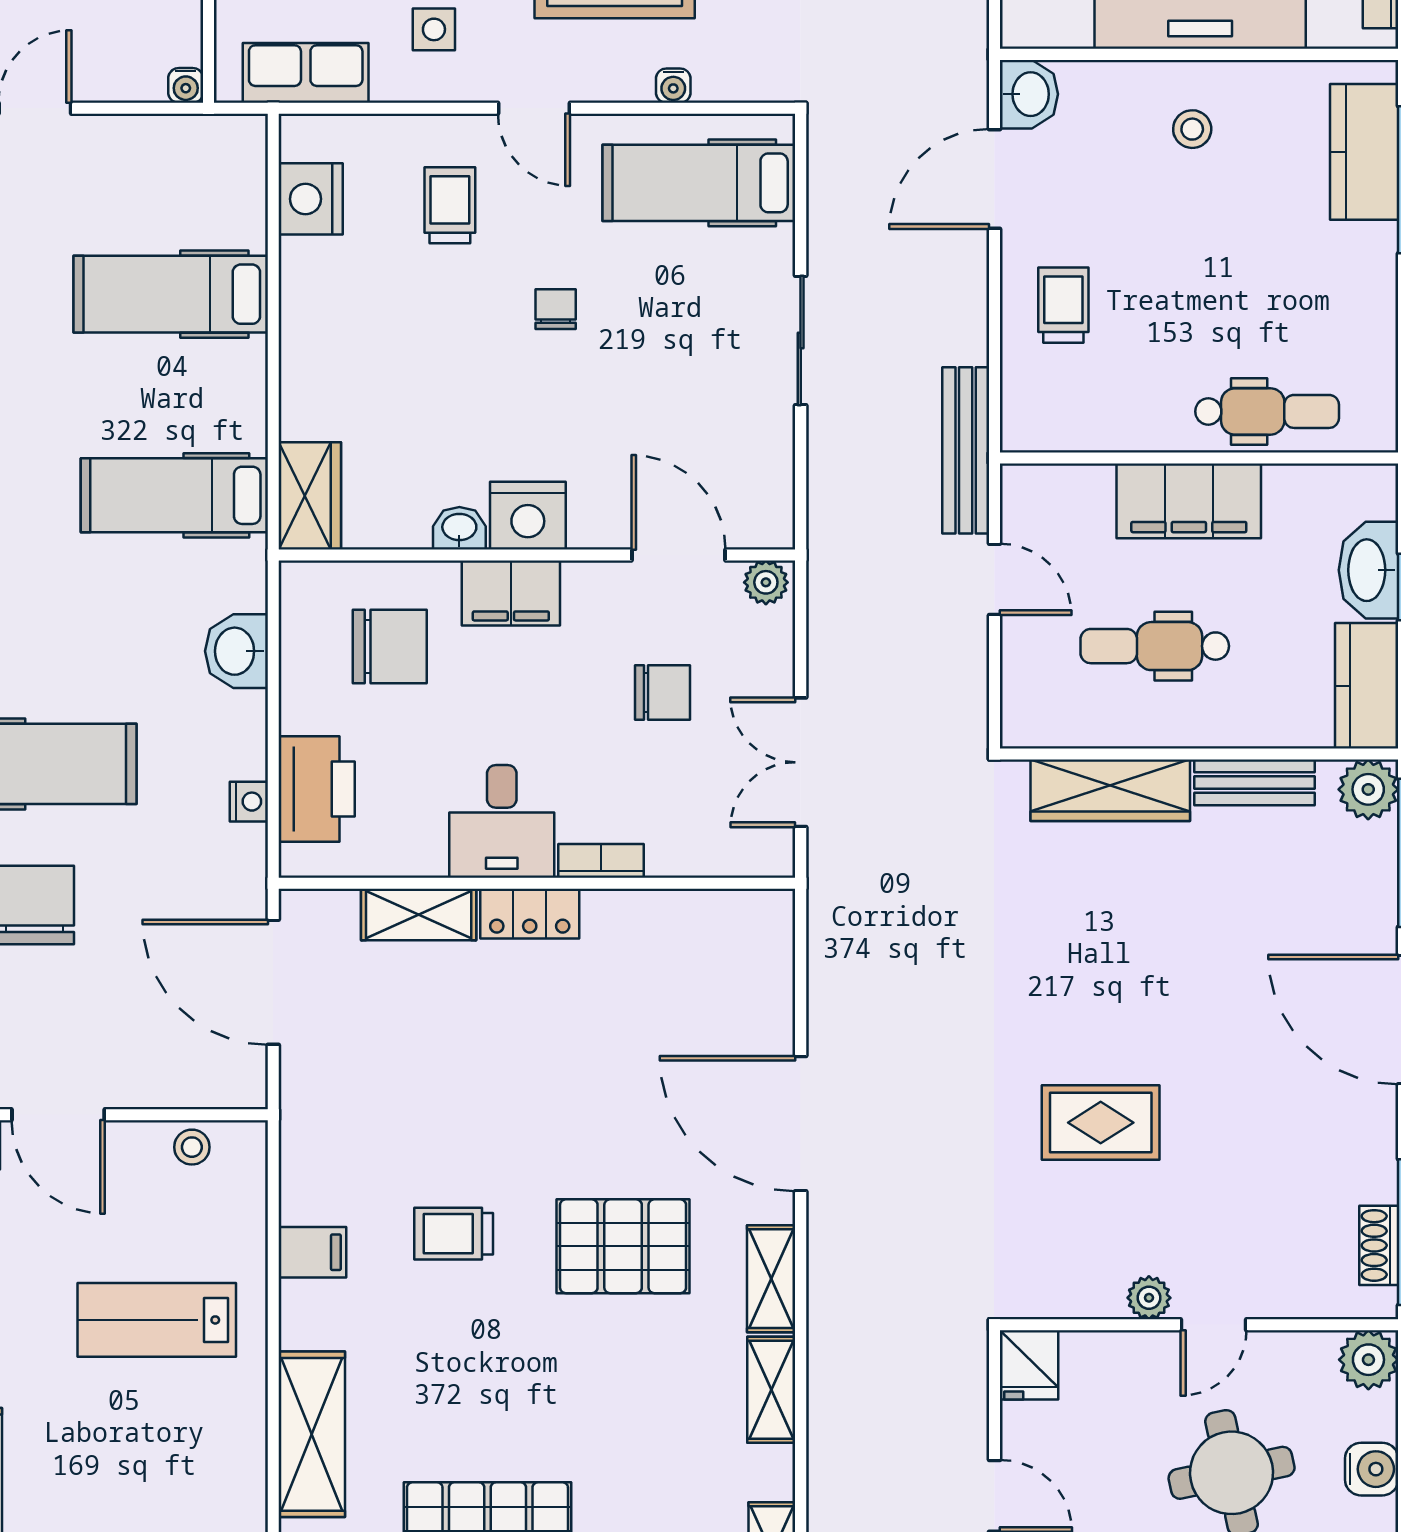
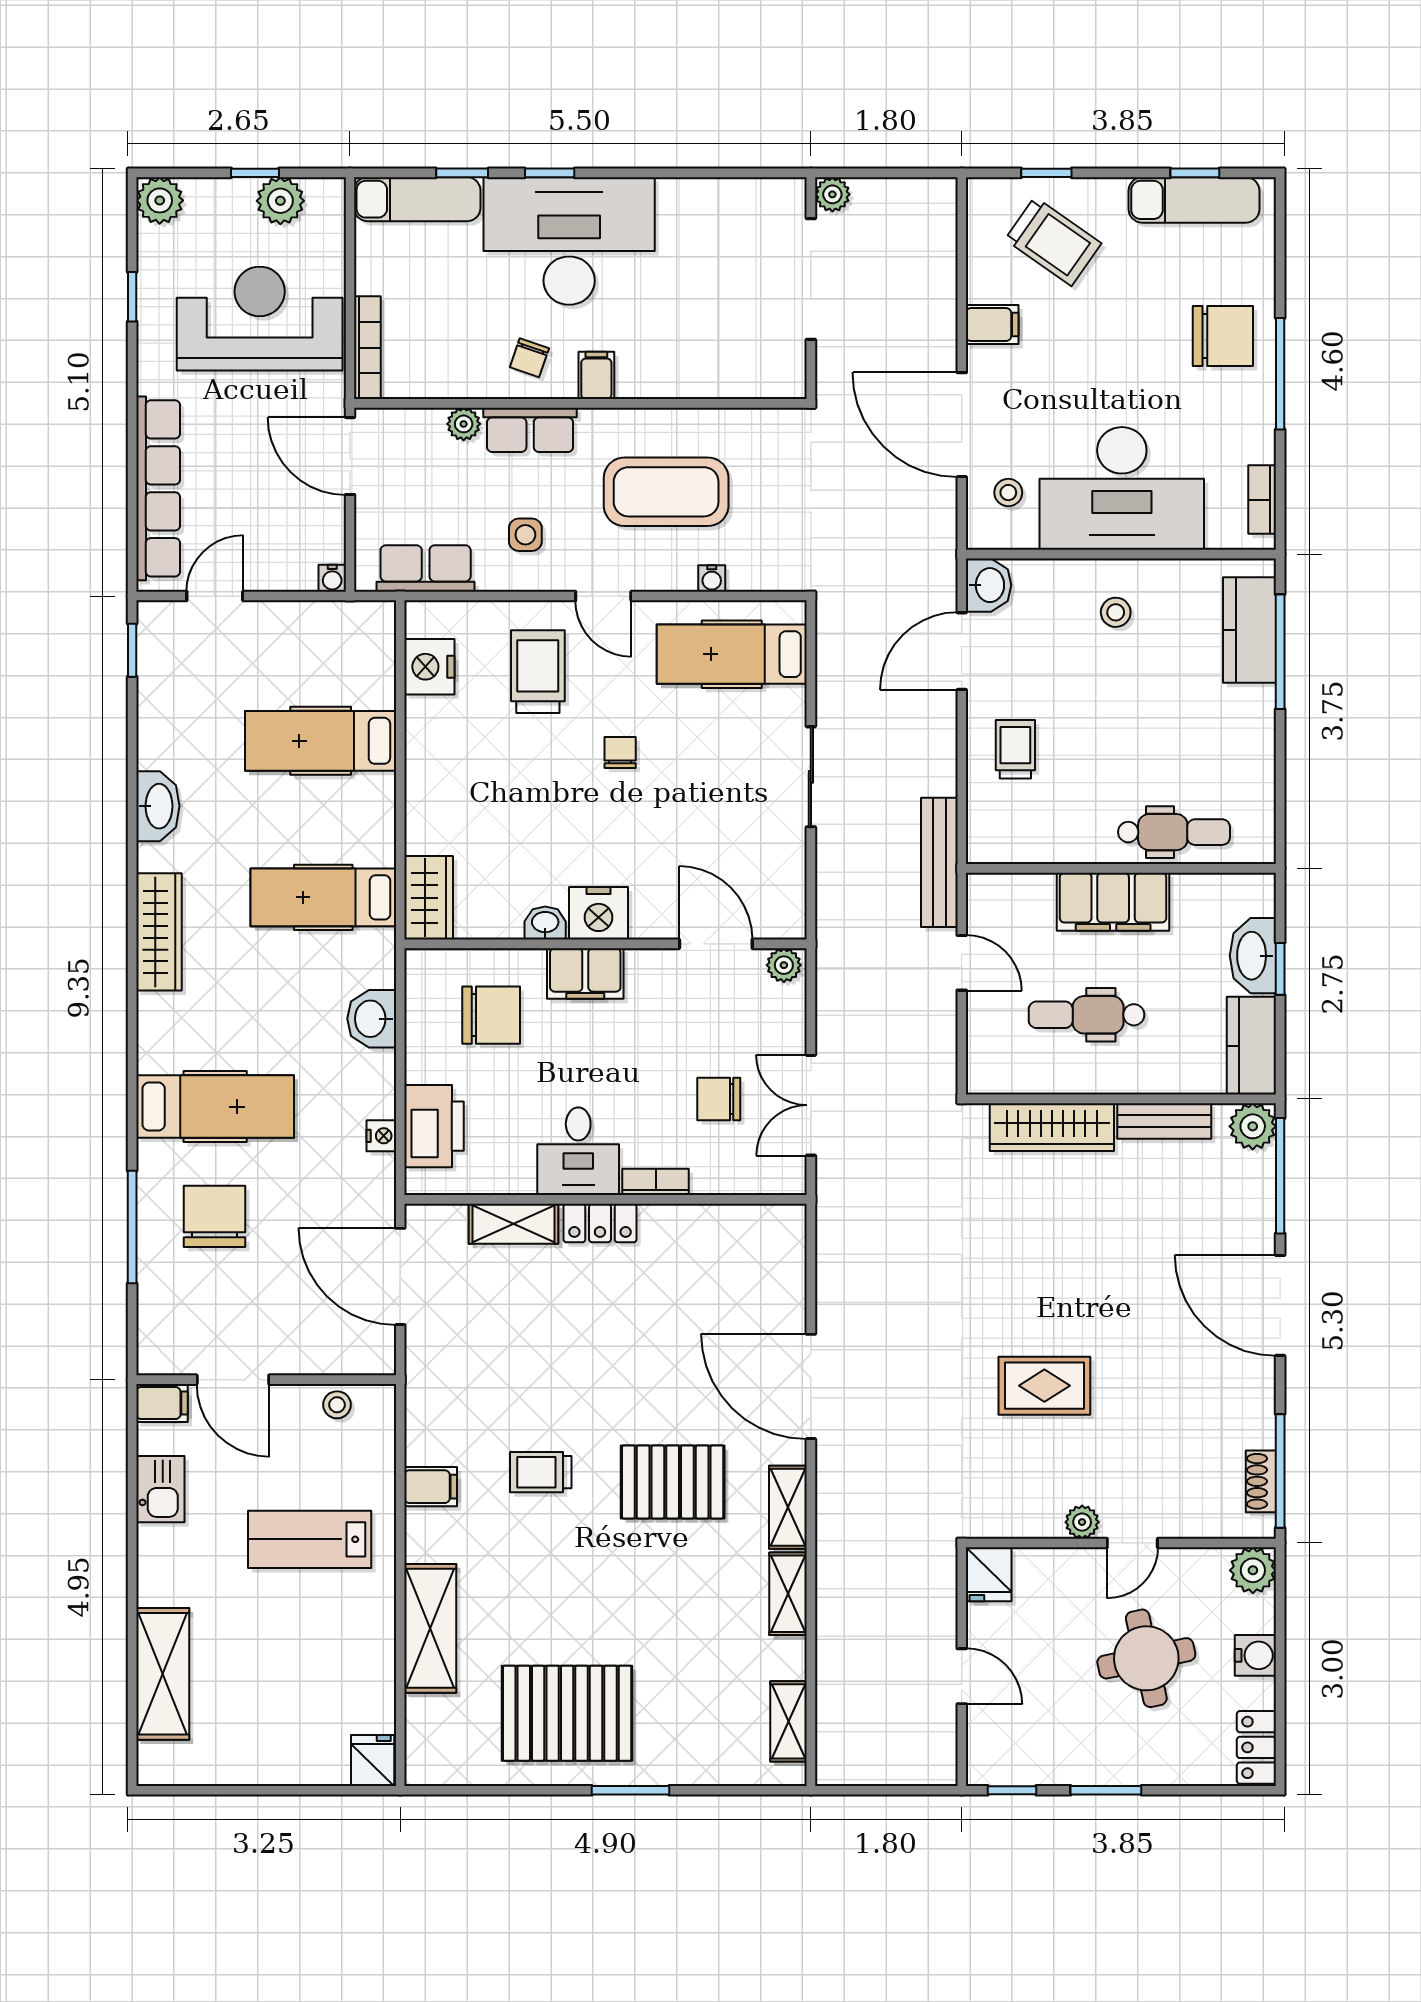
trolley: (450, 205) -> (538, 672), width x1.36, depth x1.39
chair: (662, 693) -> (719, 1099), moved, turned 180

